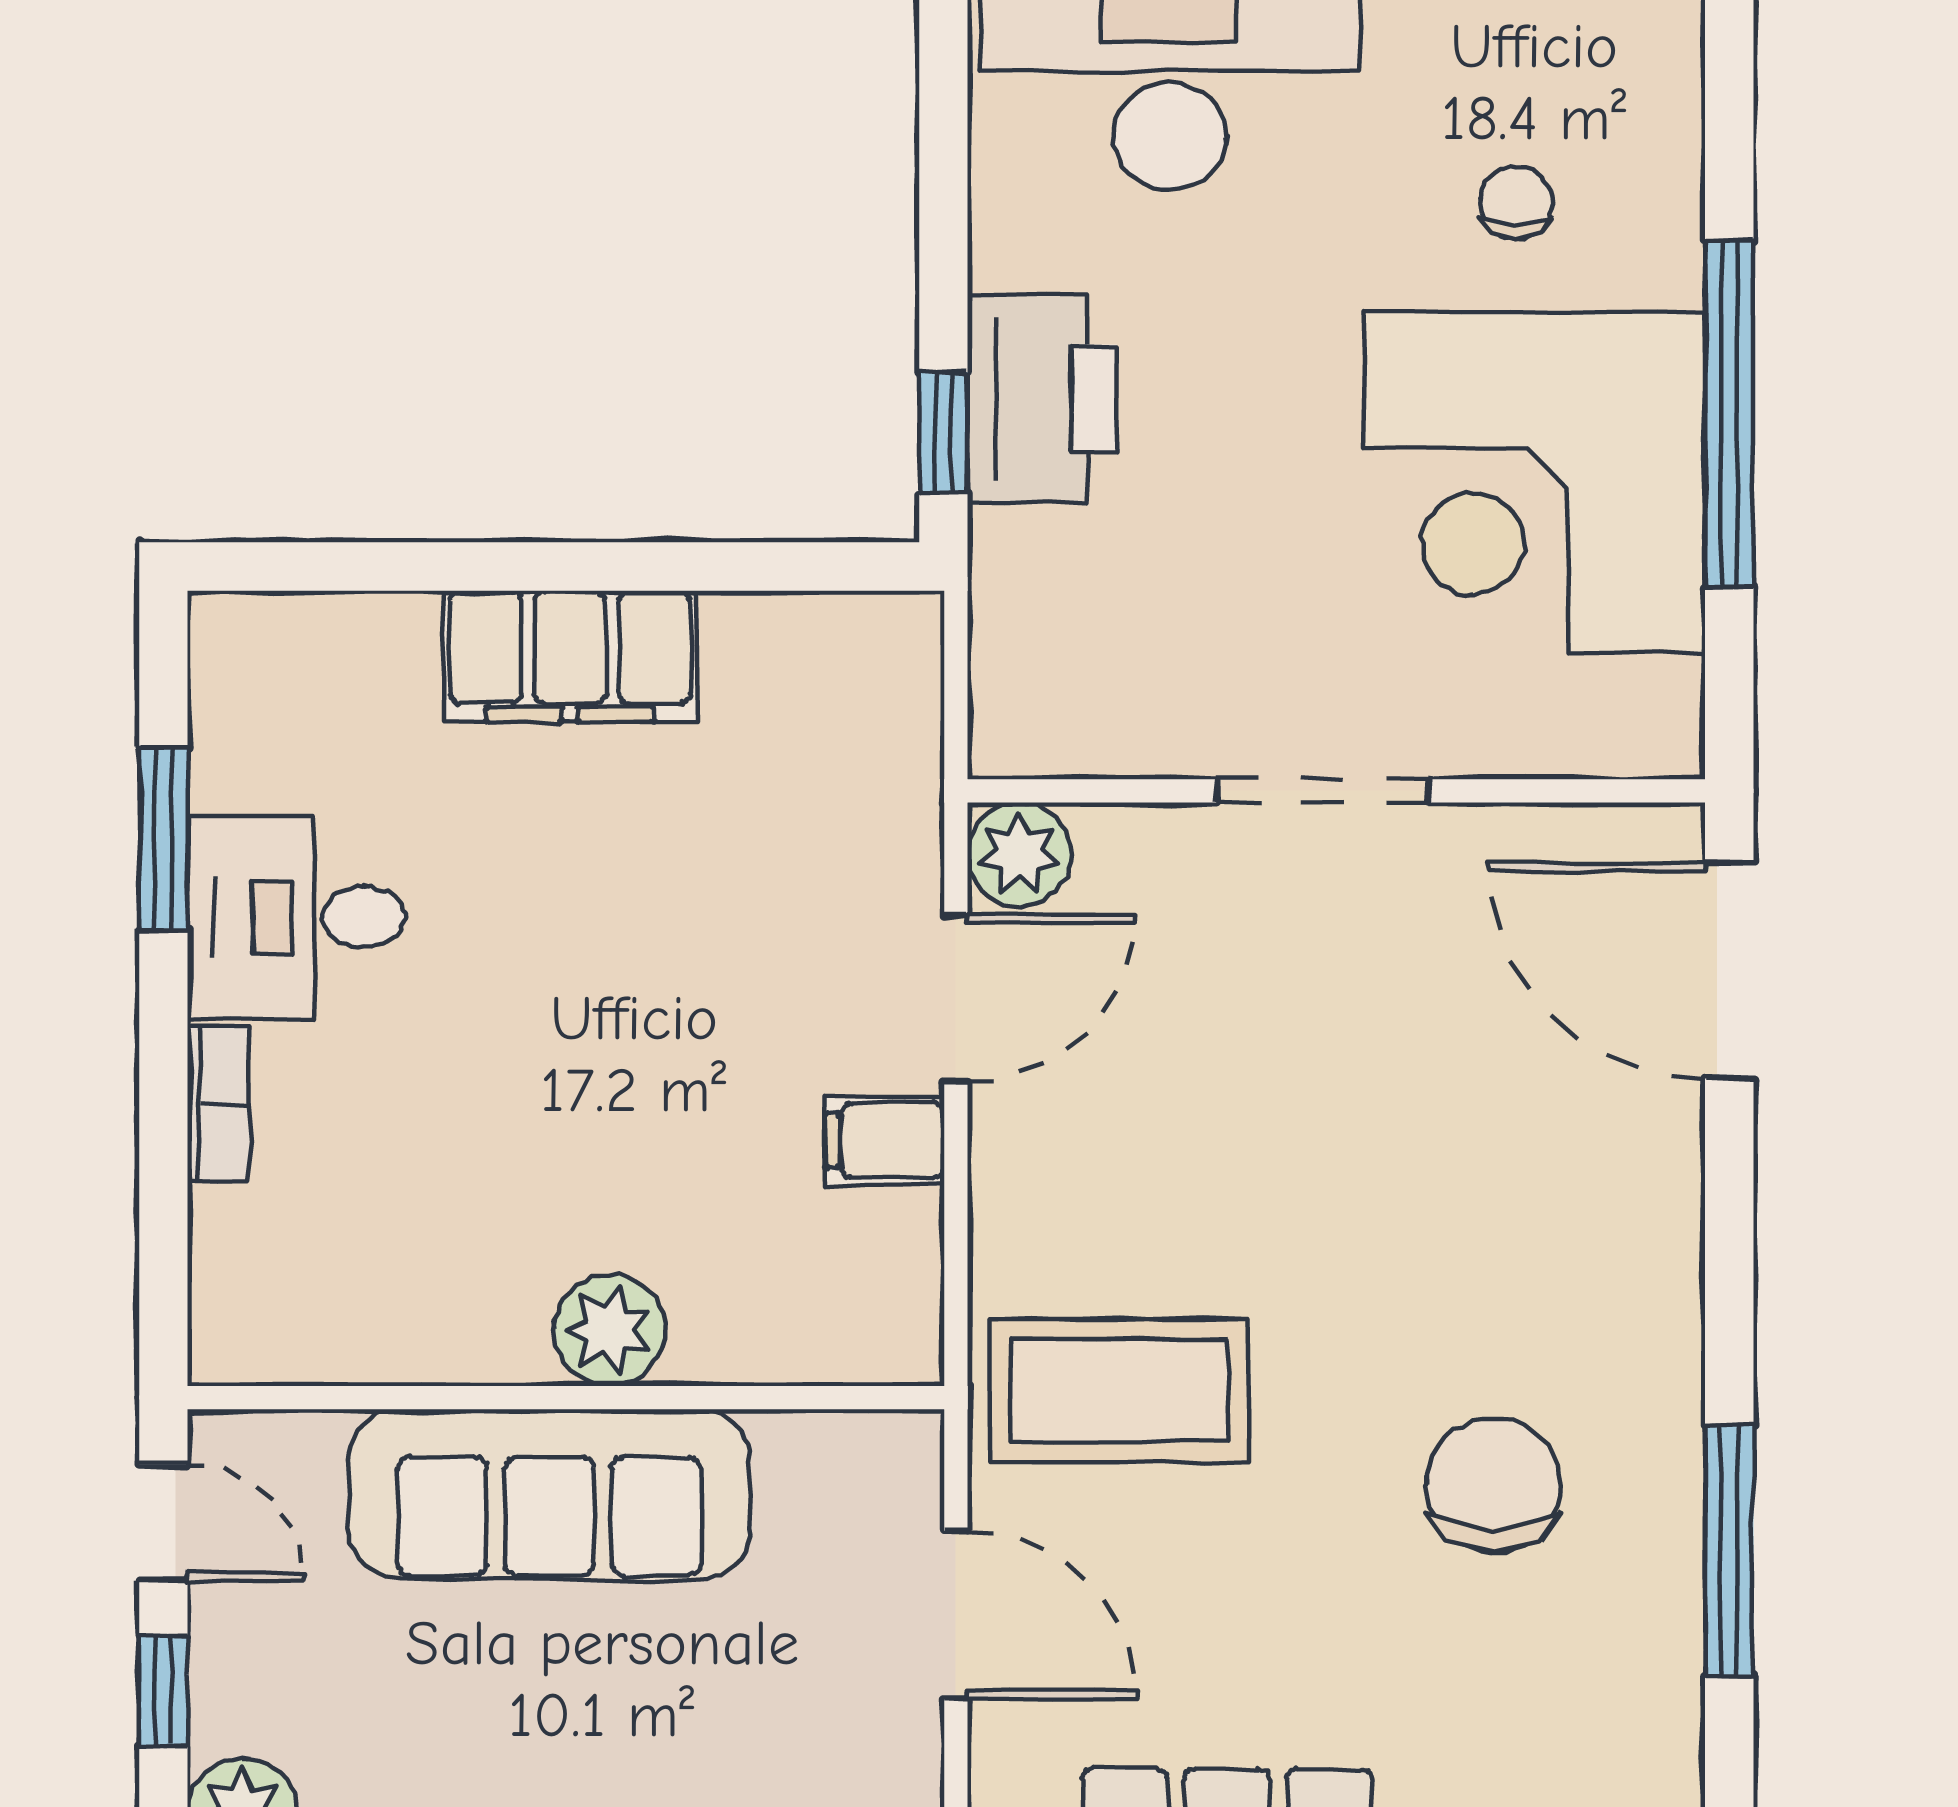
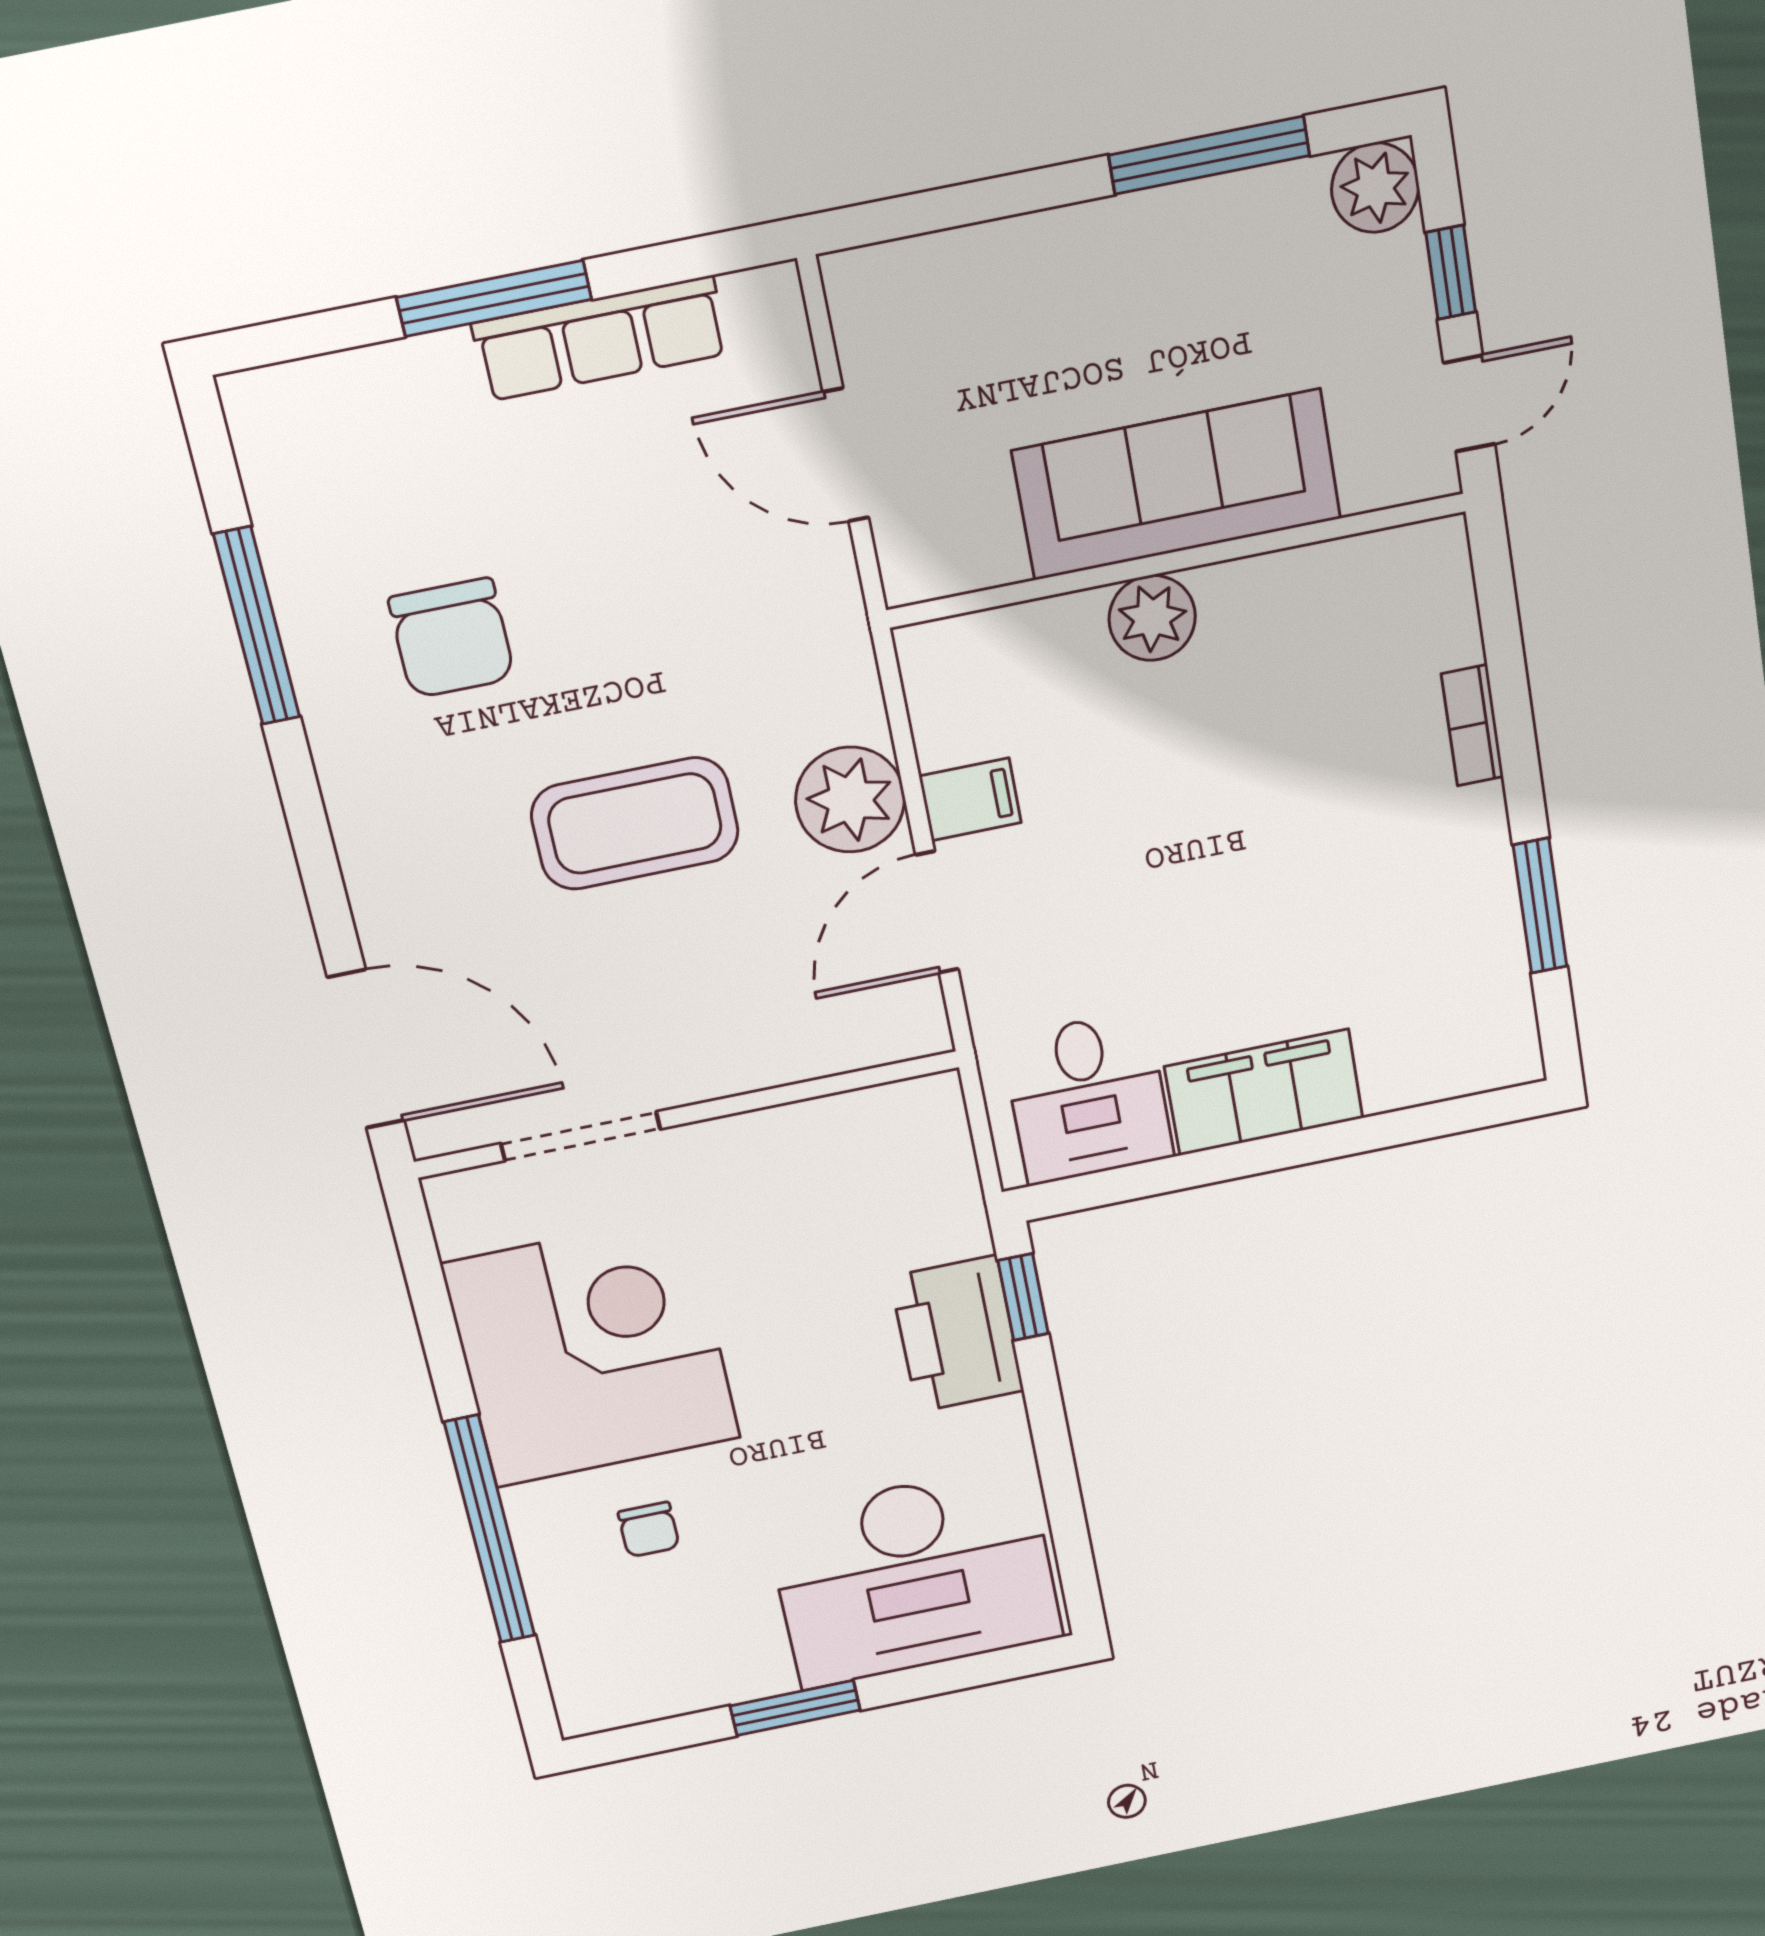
window: (1729, 414) -> (490, 1530), moved
doorway: (1323, 791) -> (581, 1136), moved
plant: (1019, 854) -> (850, 800), moved, width x1.36, depth x1.36
desk: (296, 917) -> (1088, 1098), moved, turned 90
coffee table: (1119, 1390) -> (635, 824), moved
door: (163, 1522) -> (1469, 403), swing flipped

